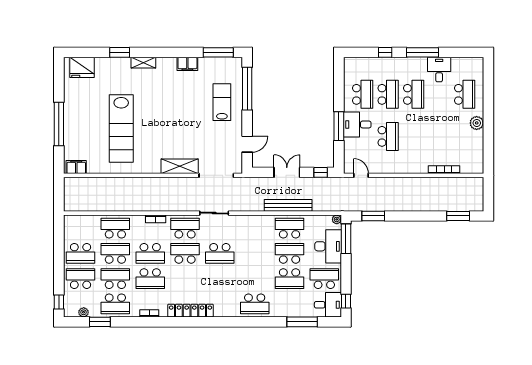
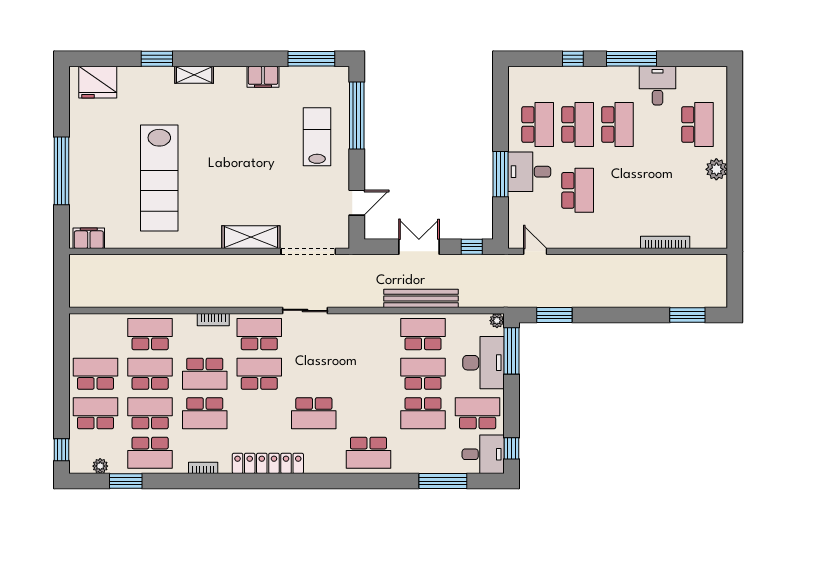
school desk: (81, 253) -> (96, 374), turned 180
school desk: (220, 253) -> (314, 413), moved

